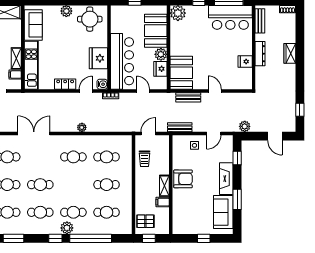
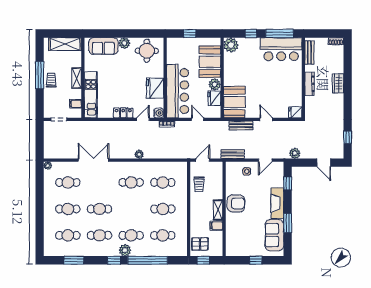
sofa: (33, 25) -> (103, 46), moved, turned 90
shelving: (16, 58) -> (77, 78), moved
fridge: (245, 62) -> (295, 112), moved

